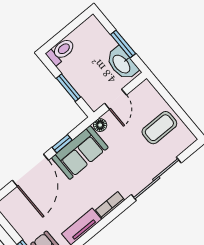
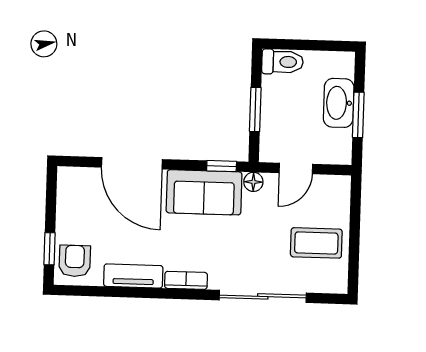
washbasin: (122, 64) -> (339, 103), moved
window: (62, 144) -> (222, 166), moved
door: (30, 170) -> (132, 163), hinge flipped

